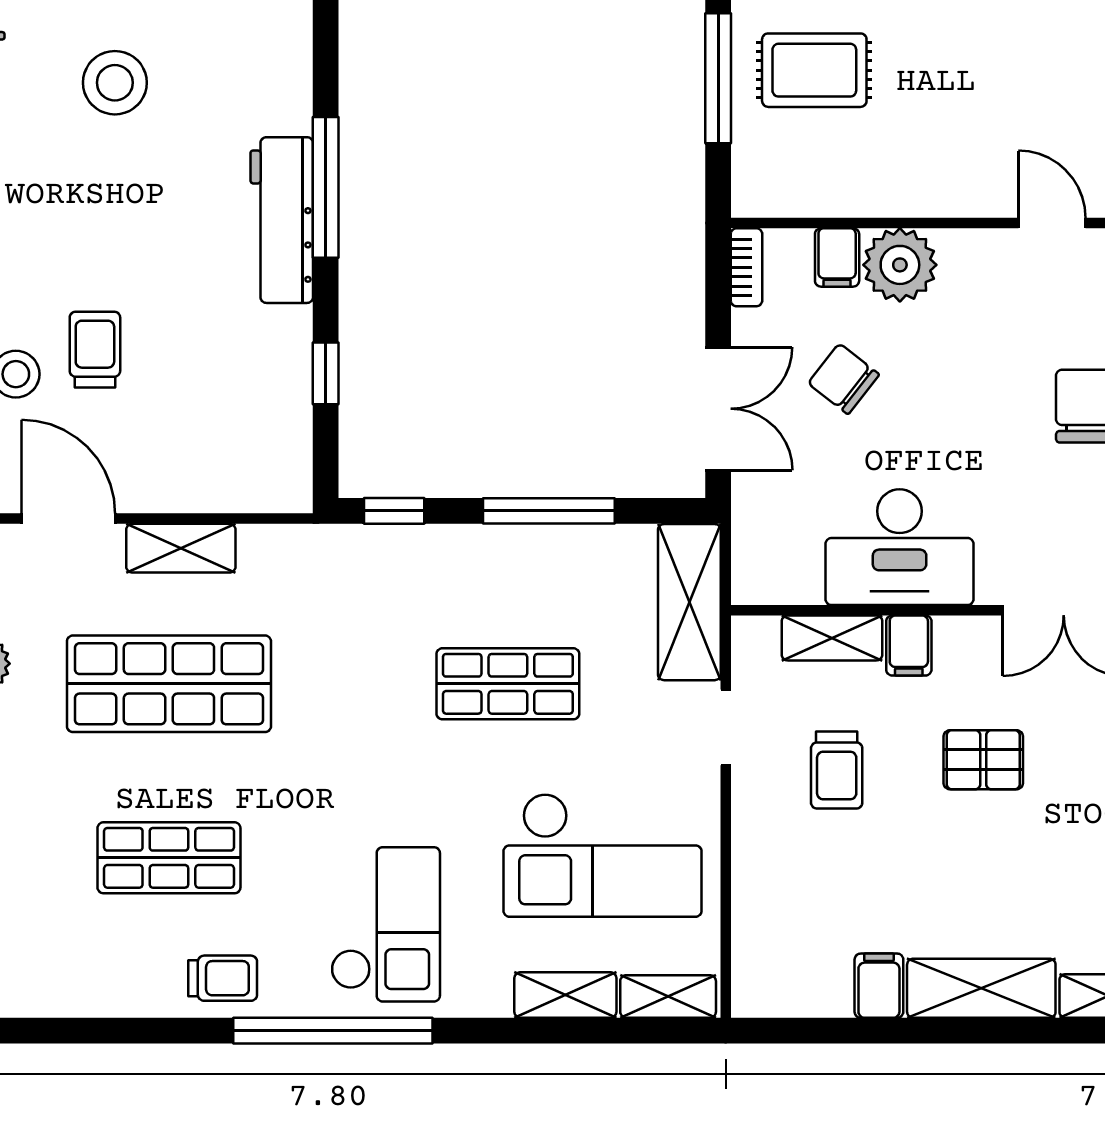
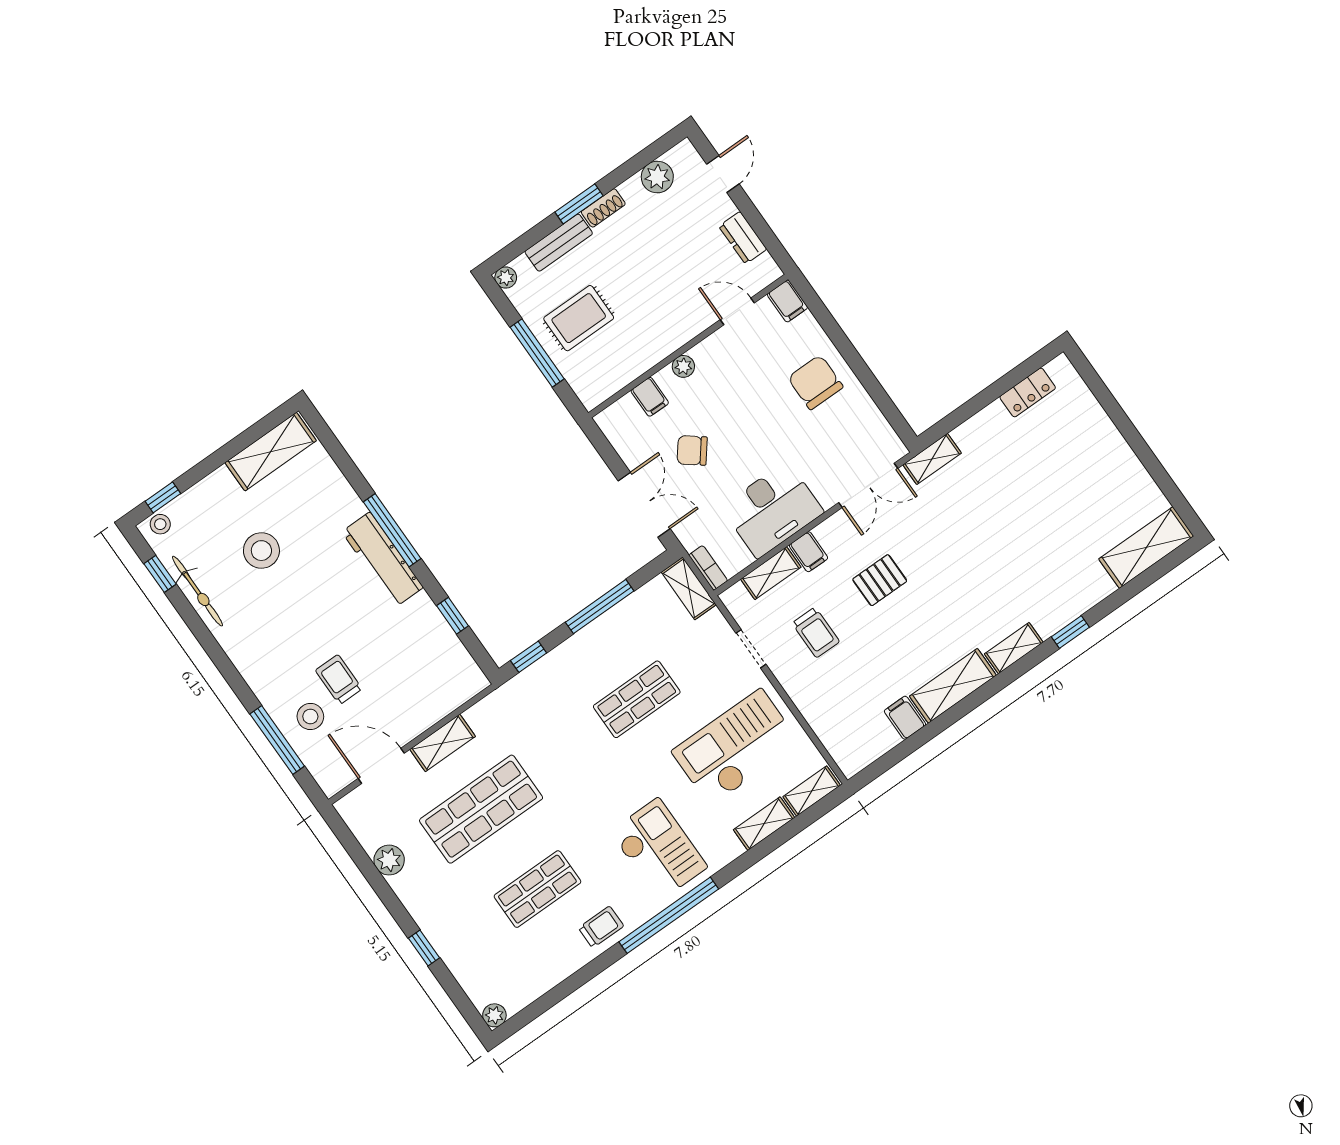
plant: (900, 265) -> (683, 366), width x0.53, depth x0.53
bookcase: (746, 267) -> (708, 568), moved
shelving: (689, 602) -> (689, 588), width x0.67, depth x0.75
checkout: (603, 855) -> (736, 747), turned 180

